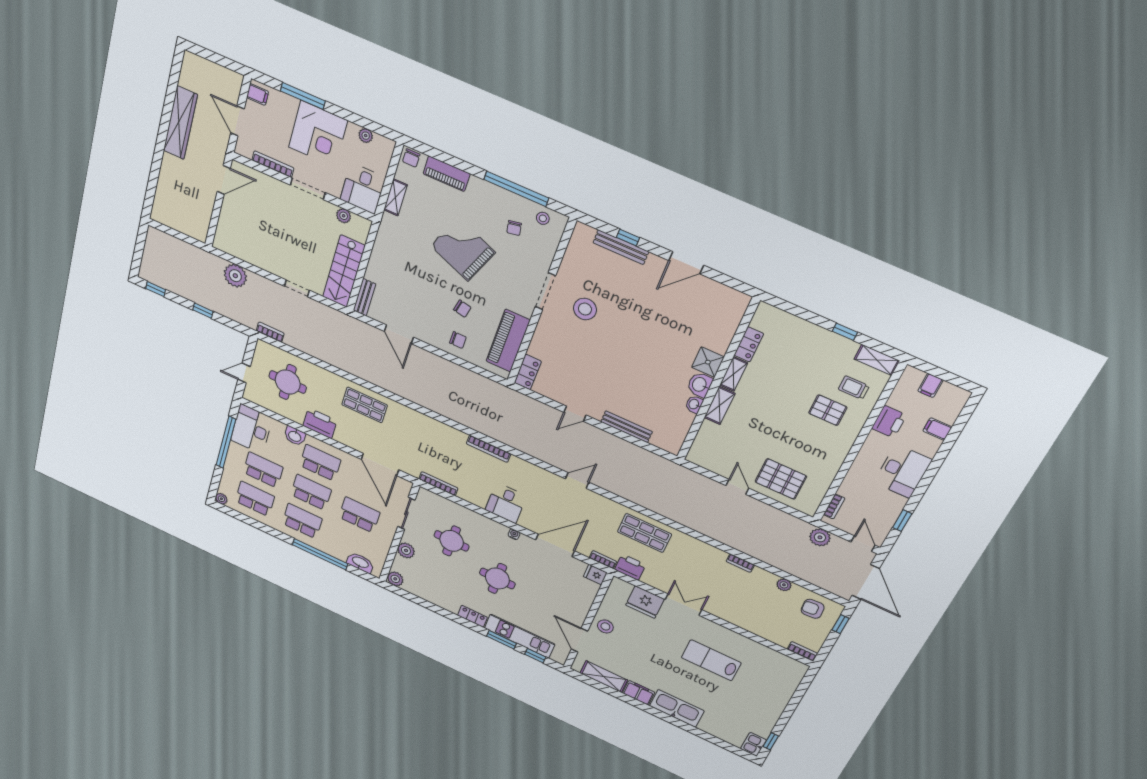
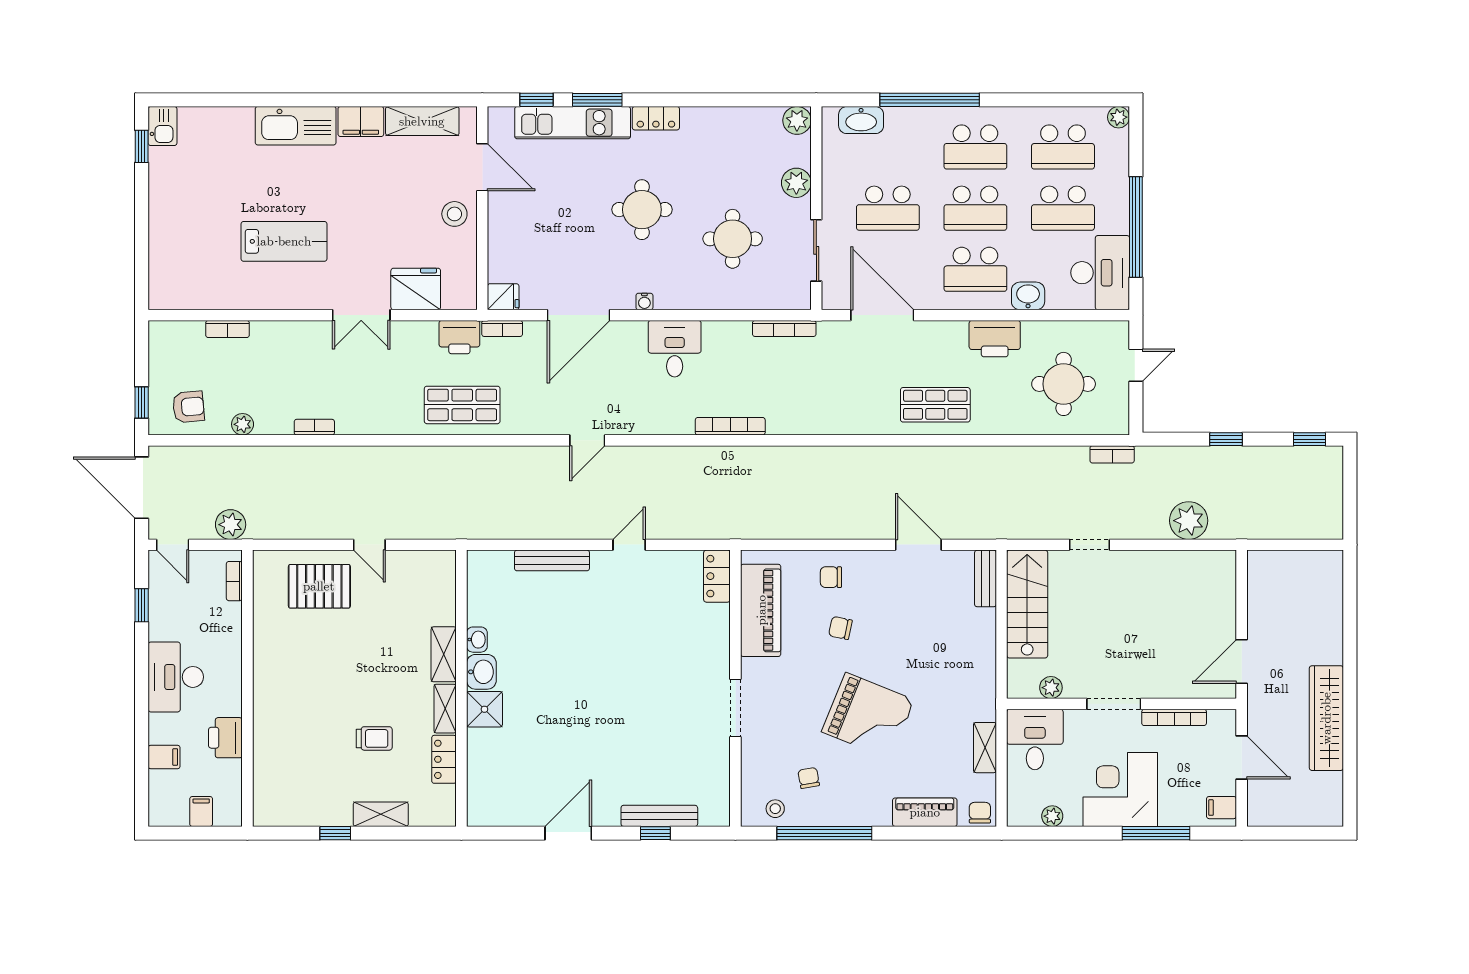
stool: (585, 309) -> (673, 707), removed
shelving: (877, 360) -> (381, 814), moved
trolley: (854, 388) -> (374, 738), moved
pallet: (828, 410) -> (306, 716), removed
bookcase: (802, 651) -> (227, 329), moved

